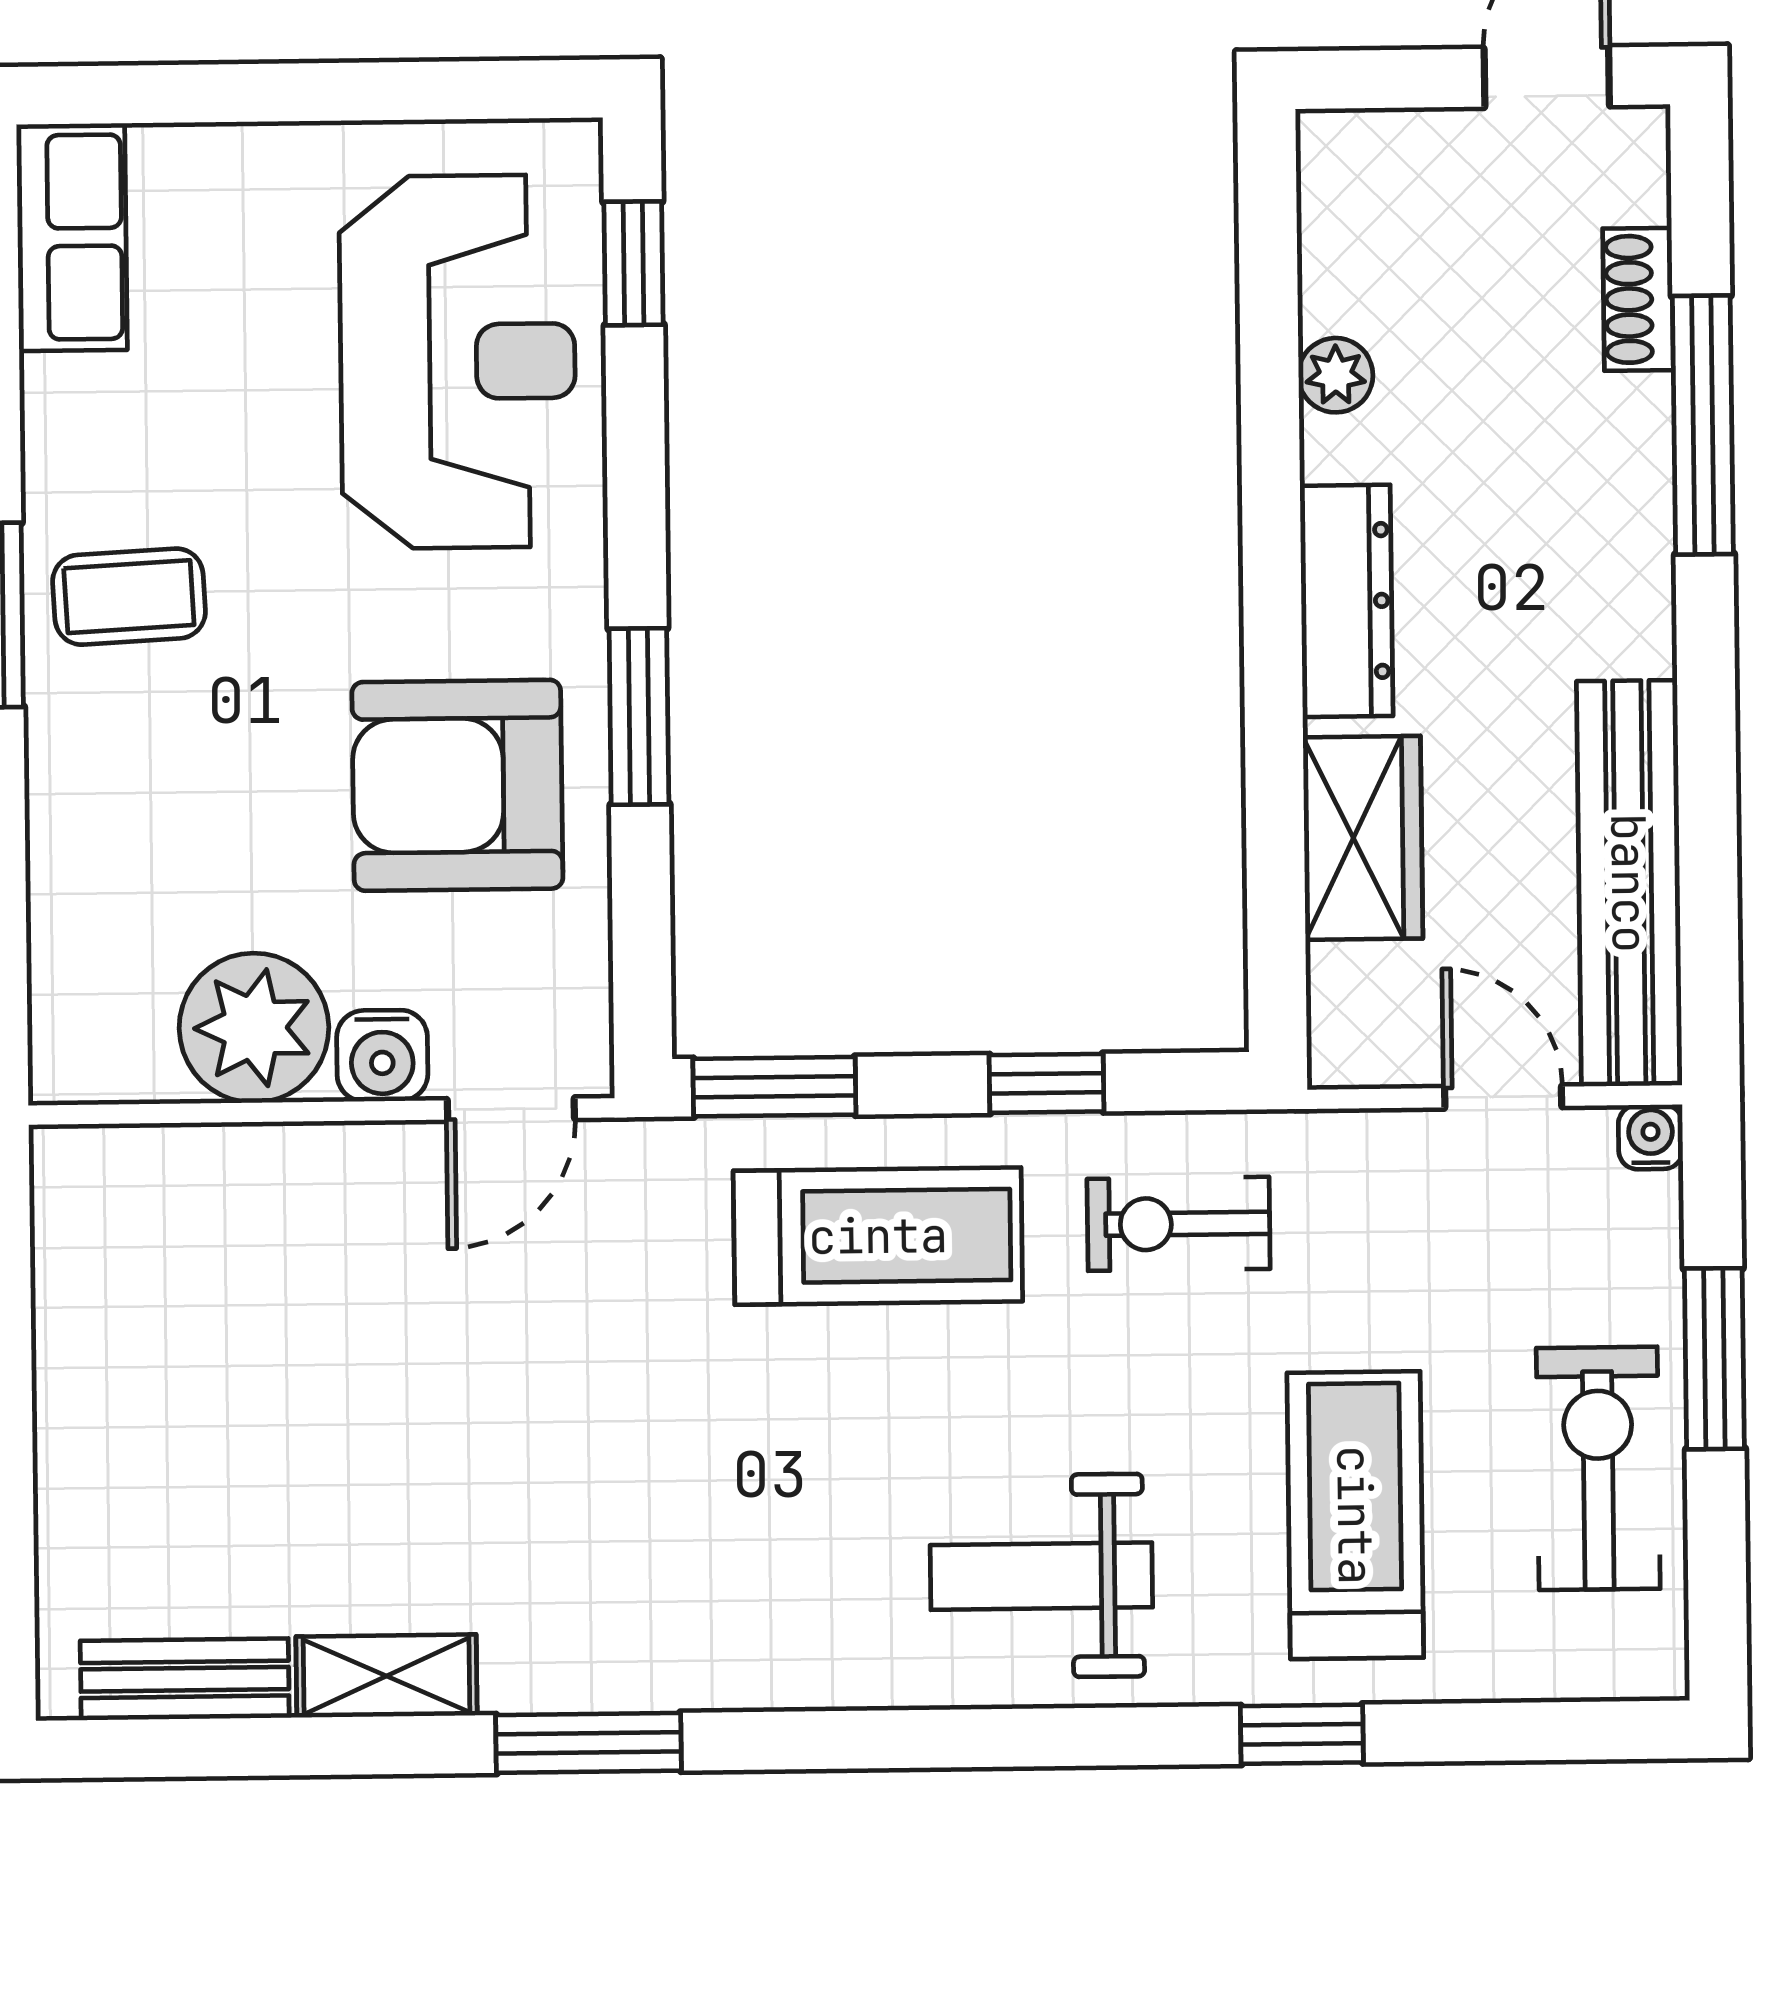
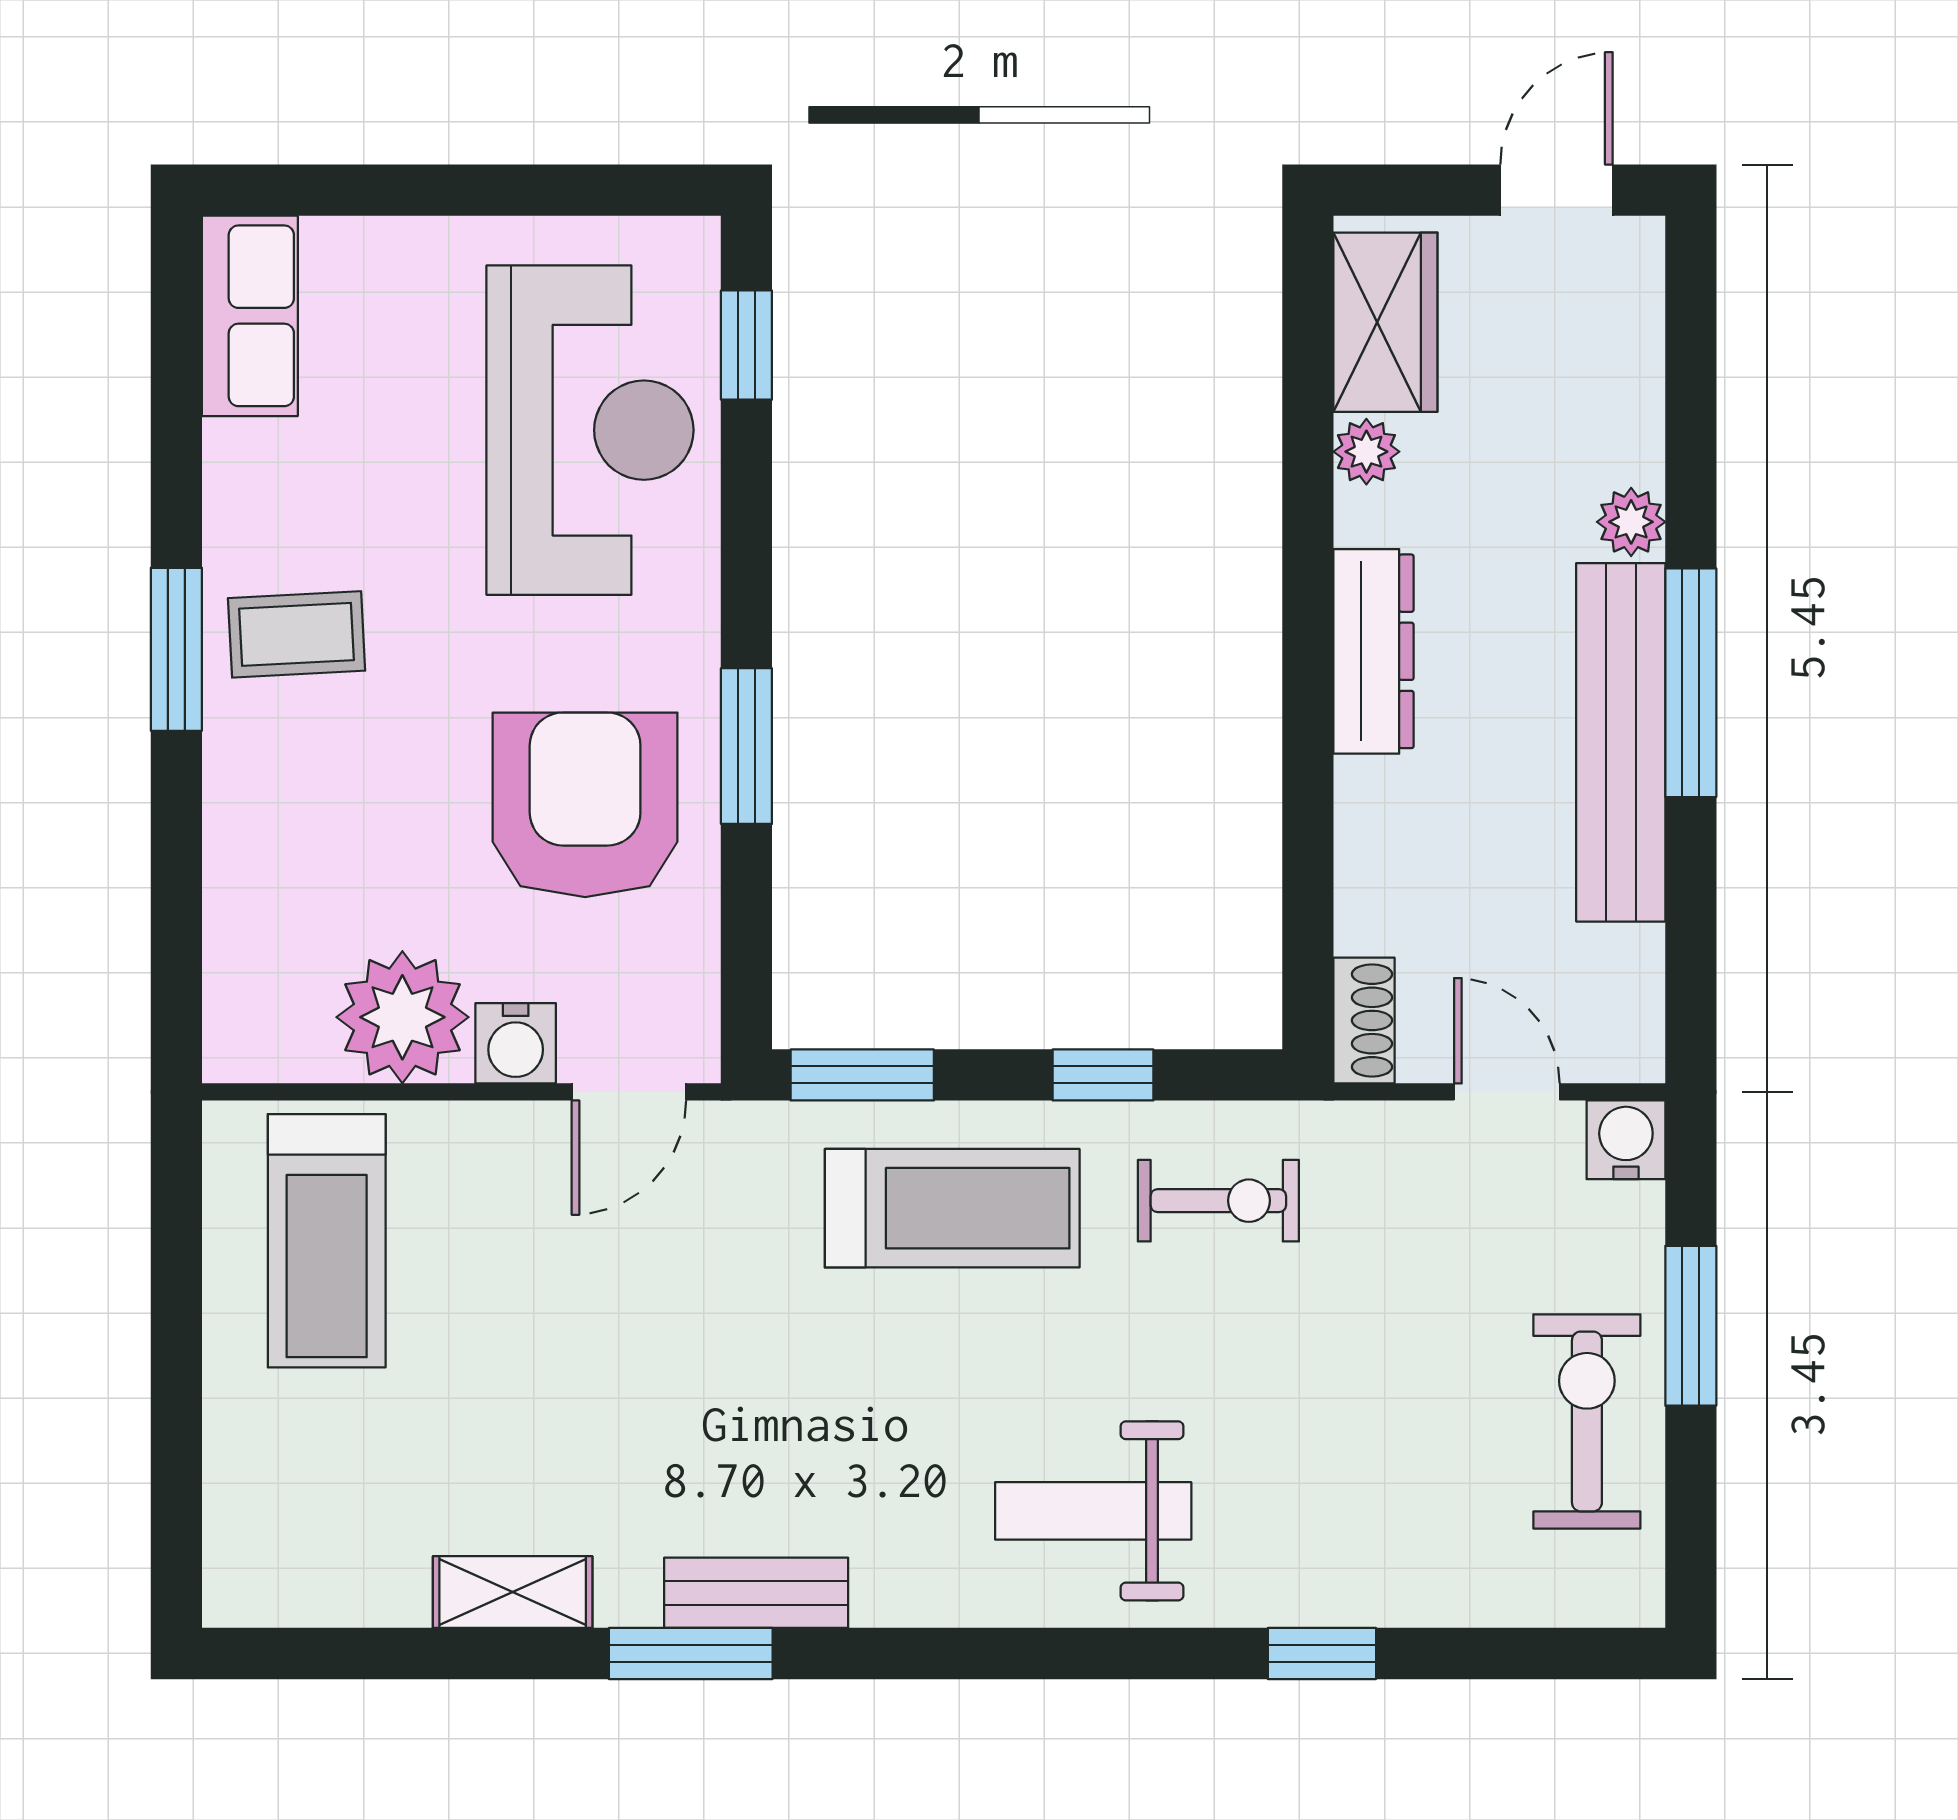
shoe rack: (1638, 299) -> (1364, 1020), moved, turned 180
window: (1703, 425) -> (1691, 683), moved
plant: (1636, 451) -> (1631, 522), added
armchair: (457, 785) -> (585, 805), turned 90
wardrobe: (1363, 838) -> (1385, 322), moved
bench: (1629, 883) -> (1621, 742), moved
water cooler: (1651, 1137) -> (1626, 1140), width x1.38, depth x1.38
exercise bike: (1179, 1224) -> (1218, 1201), turned 180
treadmill: (1355, 1515) -> (327, 1241), moved, turned 180
bench: (185, 1679) -> (756, 1593), moved

